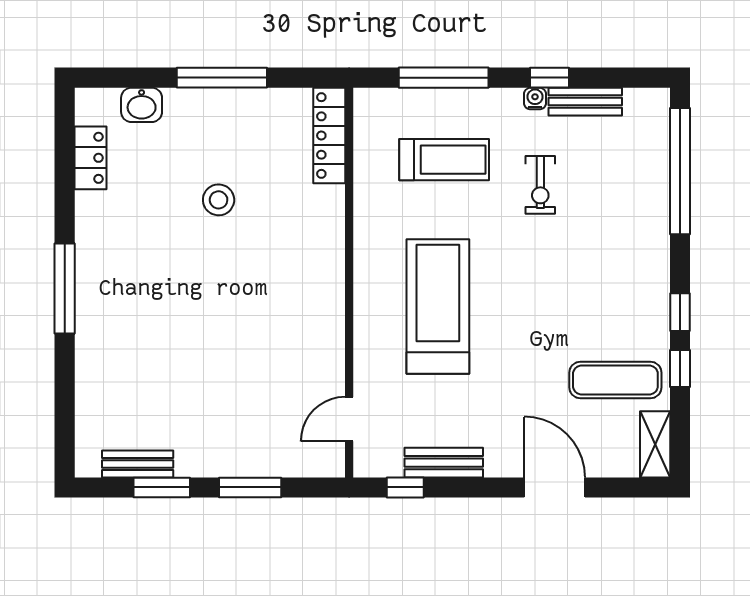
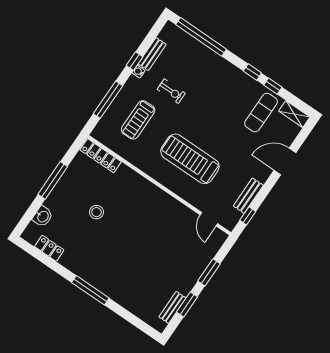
treadmill: (444, 160) -> (138, 120), turned 180

